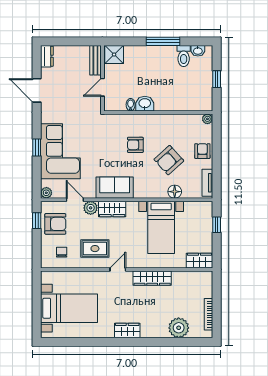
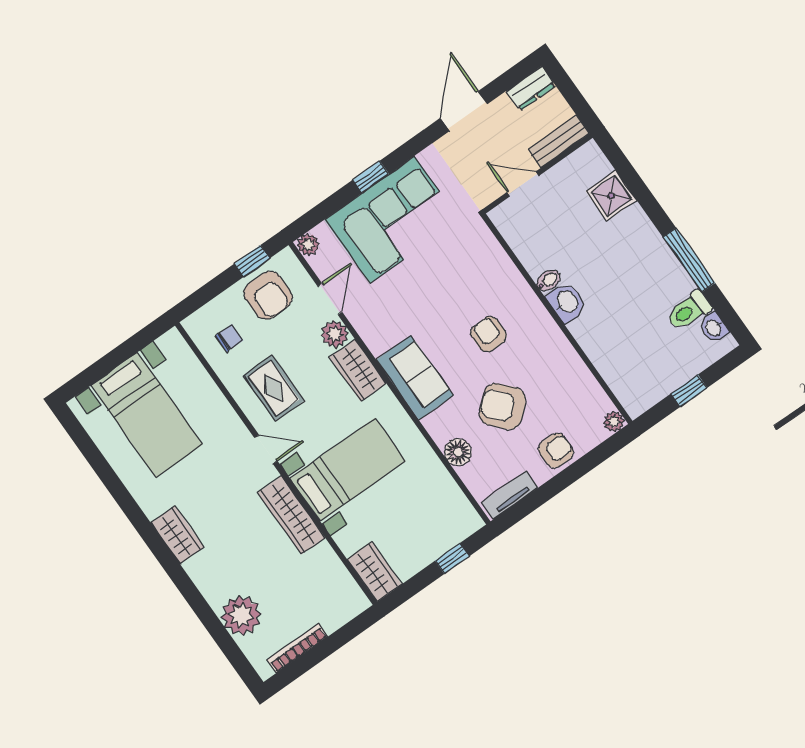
bench: (95, 60) -> (559, 141), moved
wall: (102, 78) -> (538, 173), moved
door: (102, 87) -> (523, 184), moved
sofa: (115, 188) -> (415, 378), moved
bed with nightstands: (161, 227) -> (348, 470), moved, turned 180

